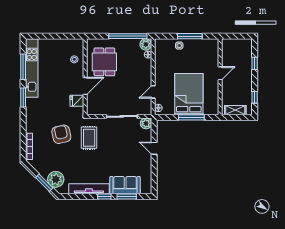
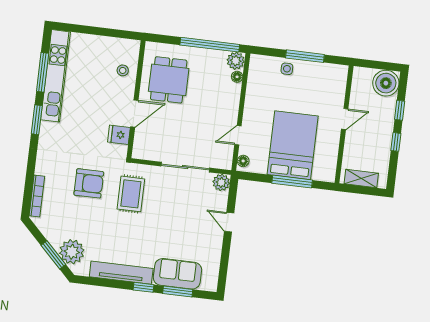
boiler: (244, 47) -> (386, 83), added
window: (255, 97) -> (396, 142), moved
armchair: (61, 134) -> (89, 183), turned 103

